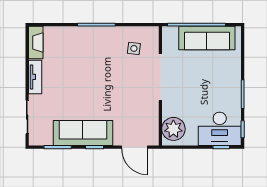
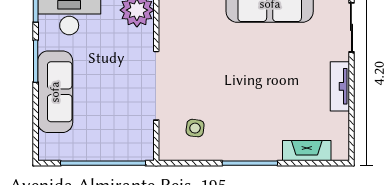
sofa: (207, 38) -> (55, 92), moved, turned 90
fireplace: (36, 42) -> (307, 151), moved, turned 90

